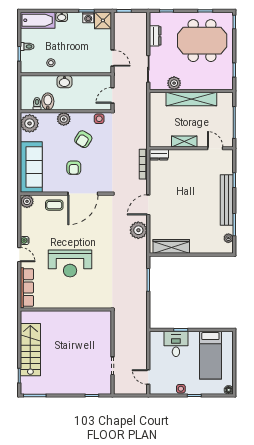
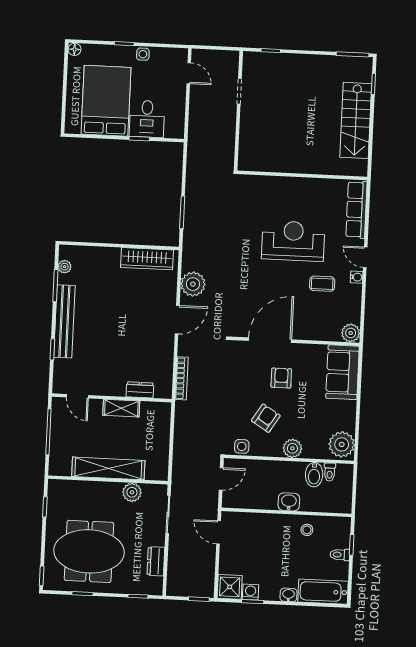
dresser: (159, 155) -> (140, 390), moved
sofa: (31, 167) -> (343, 372), width x0.73
coffee table: (54, 205) -> (322, 284), moved
bed: (210, 355) -> (106, 101), width x1.50

